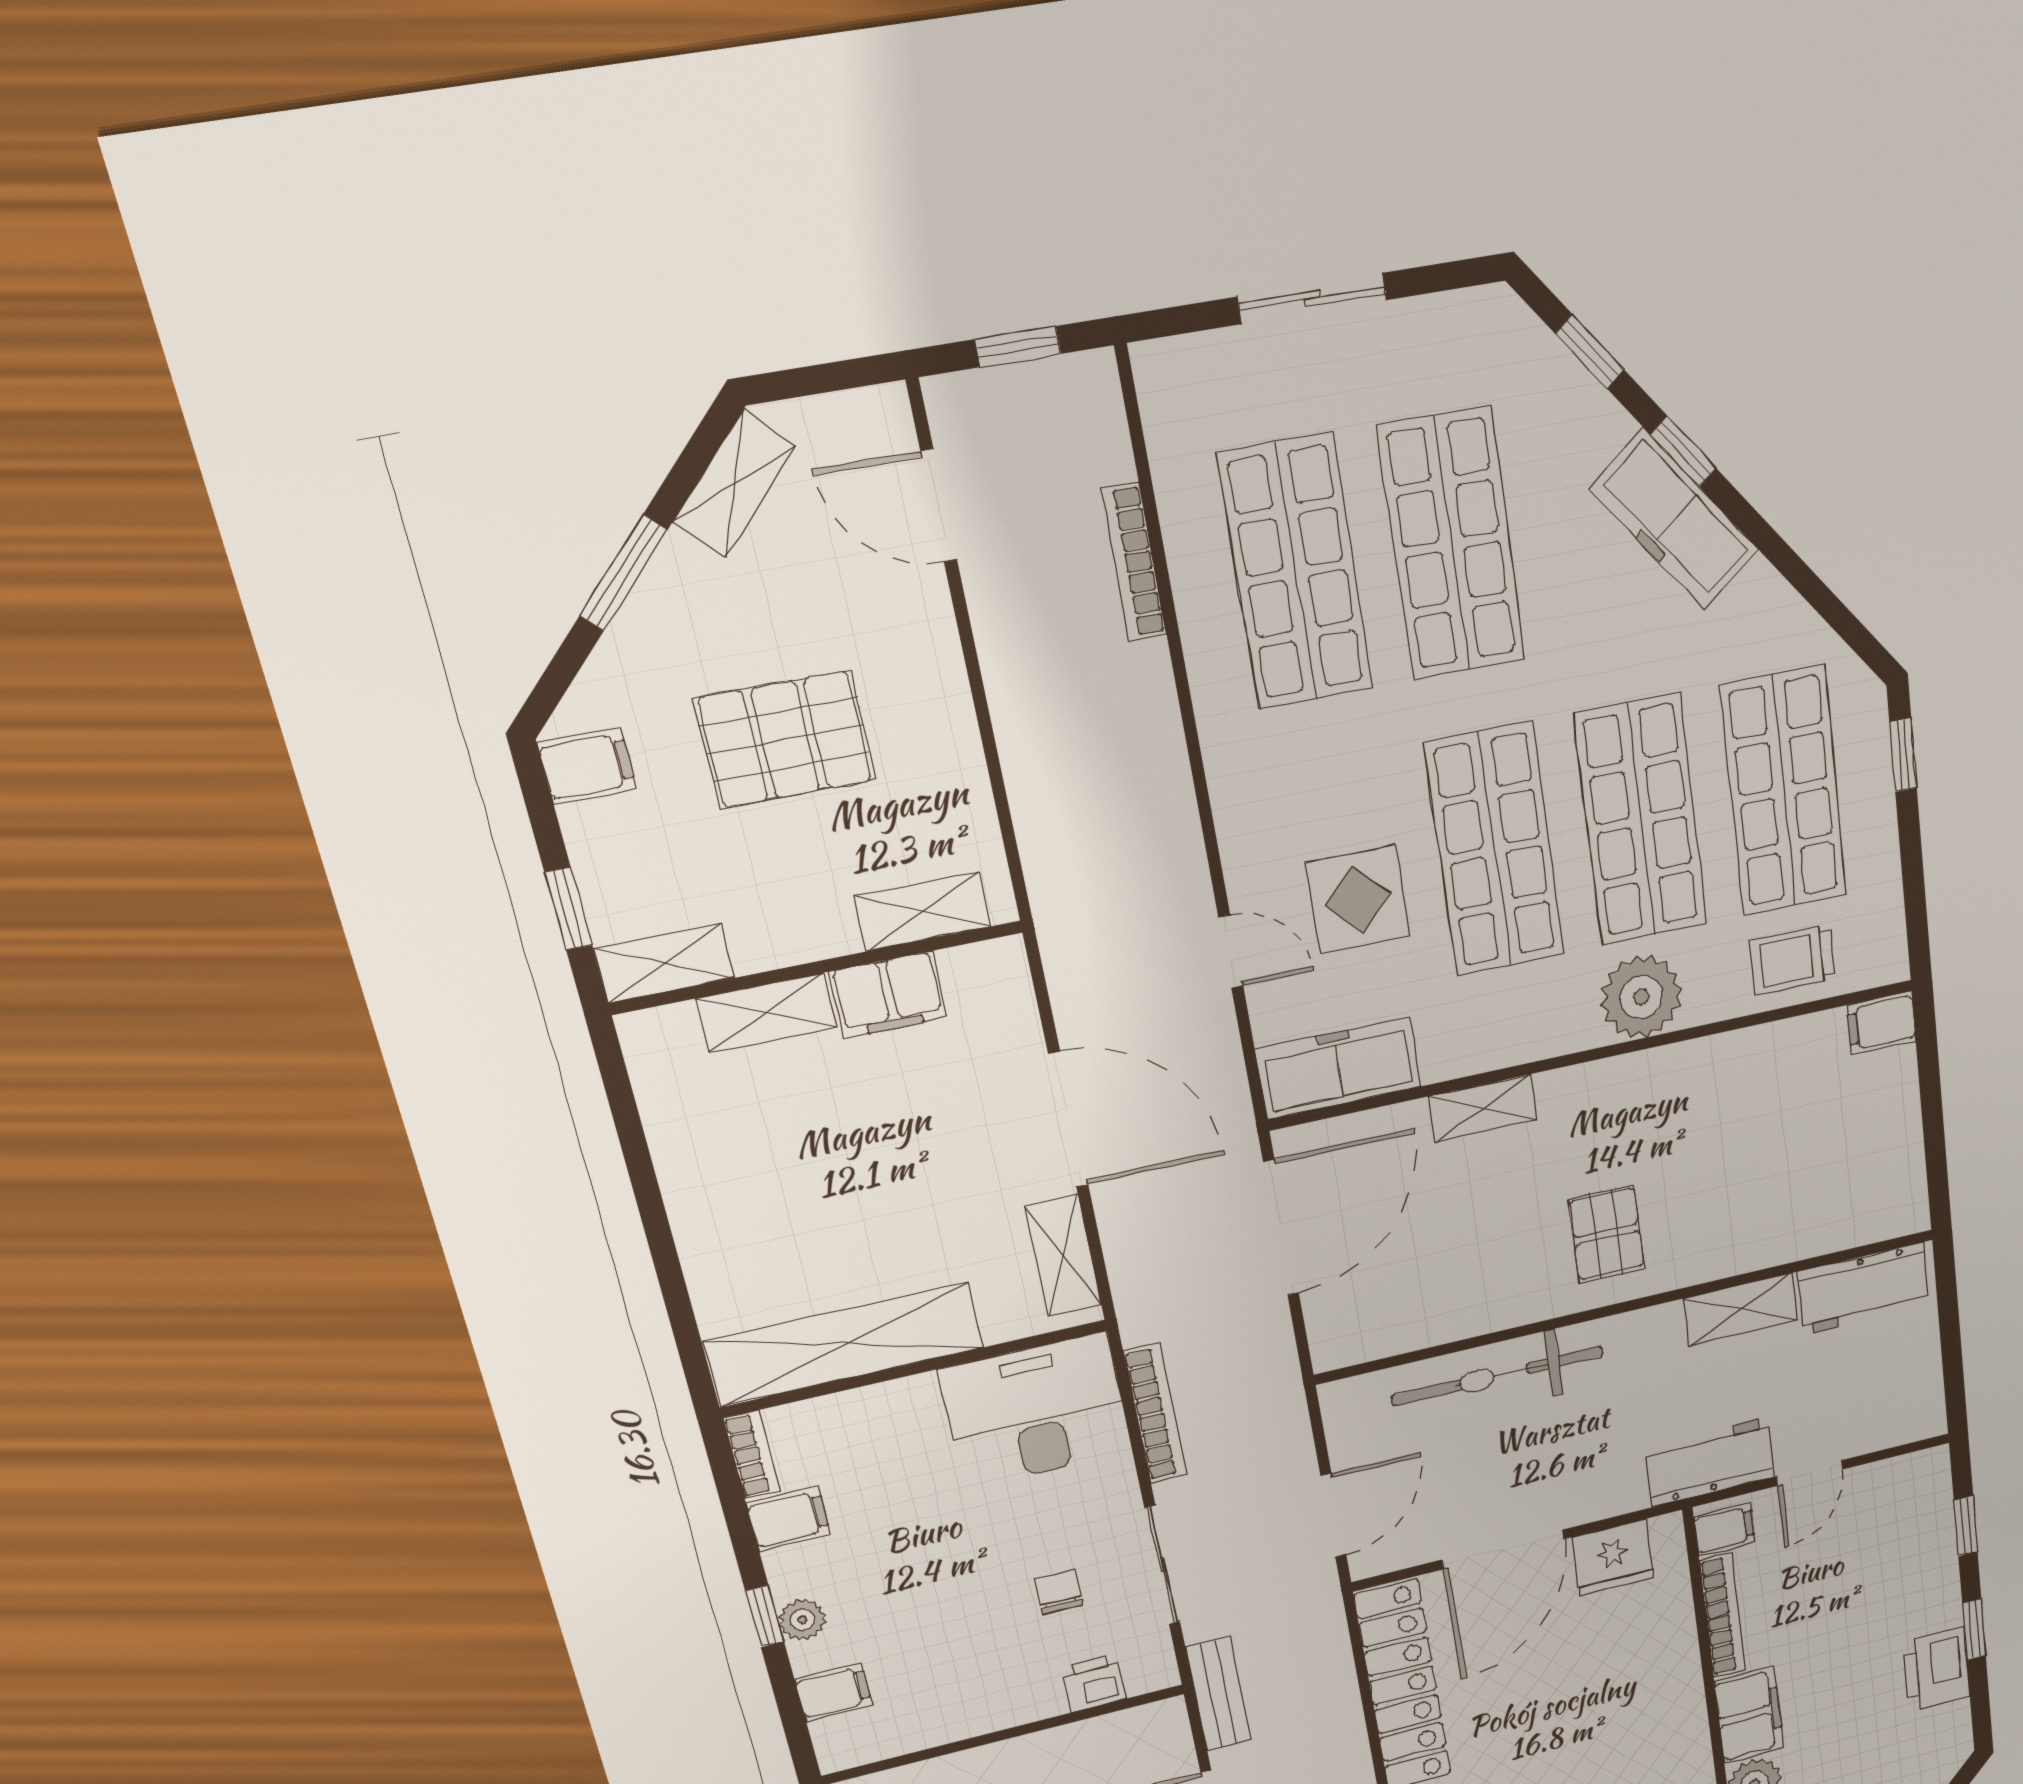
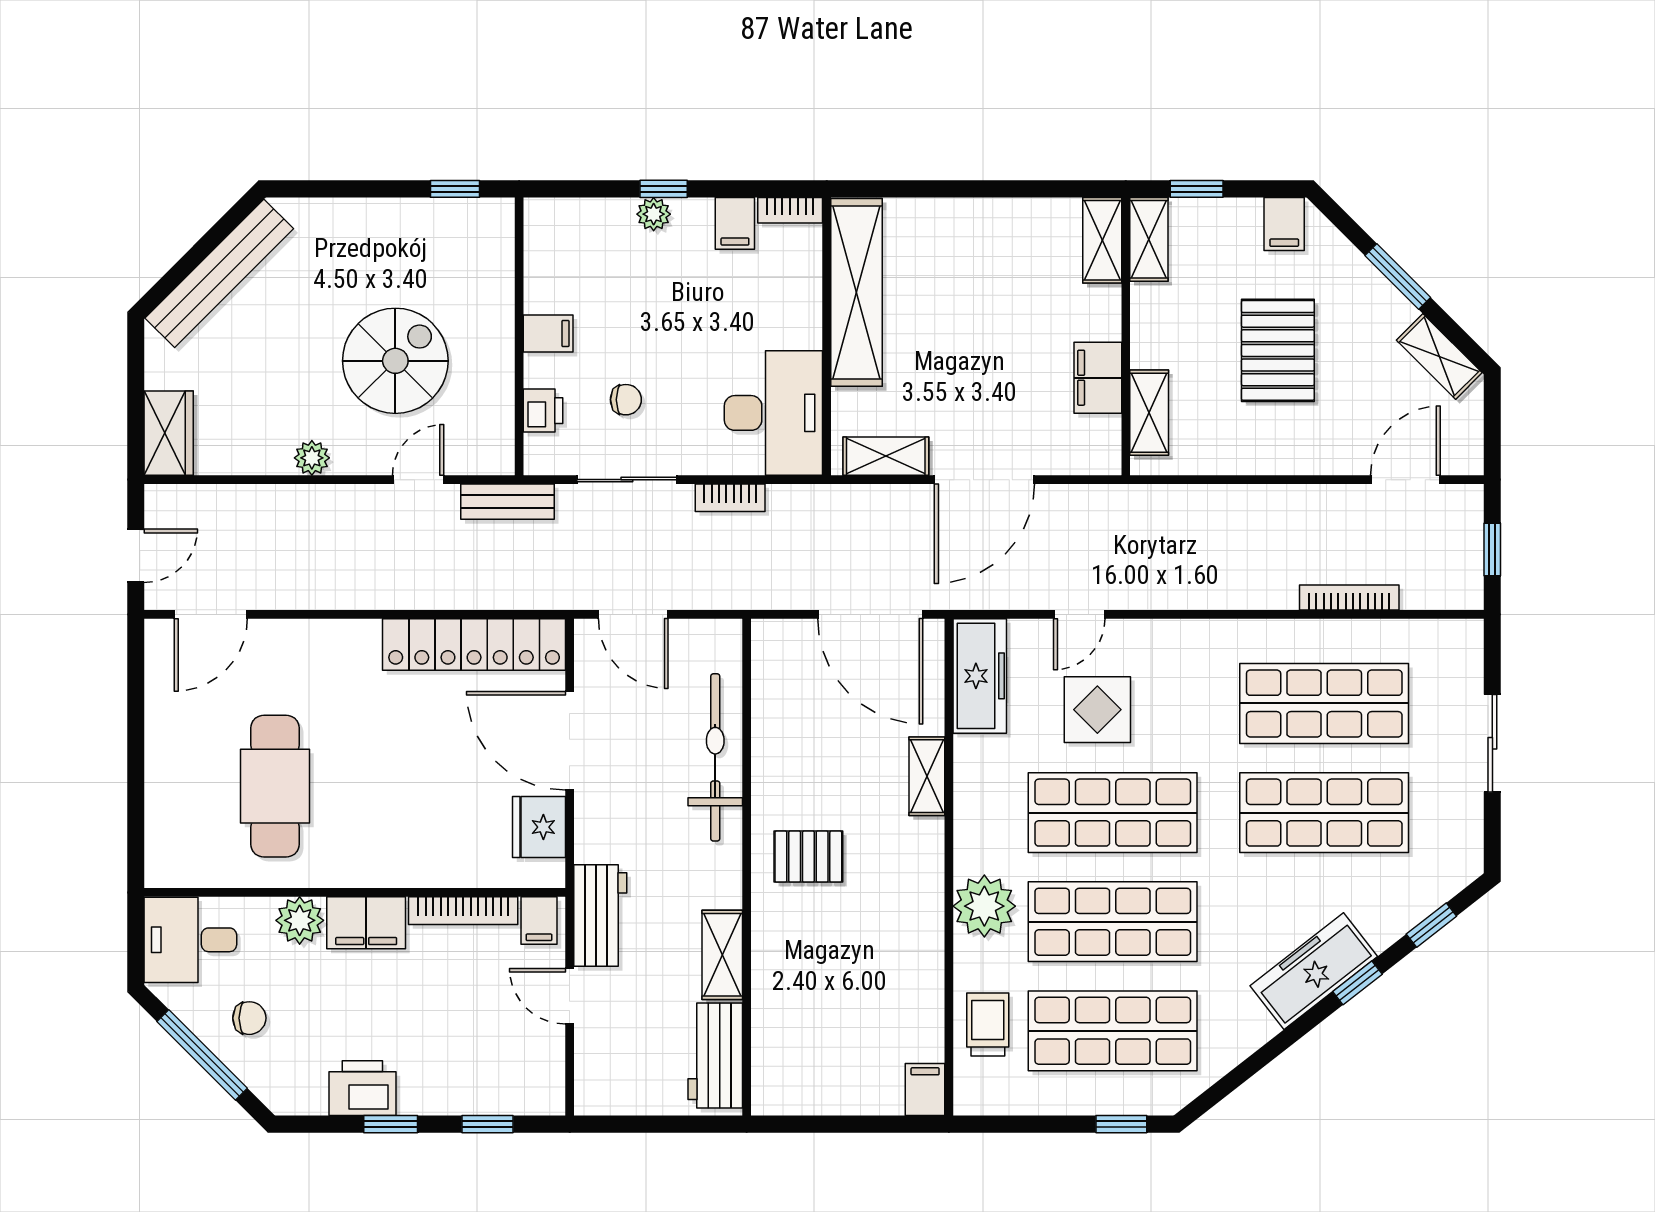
shelving: (766, 1013) -> (1102, 240), moved
bookcase: (1155, 1413) -> (730, 498), width x0.64
filing cabinet: (834, 1692) -> (548, 333), moved, turned -90

